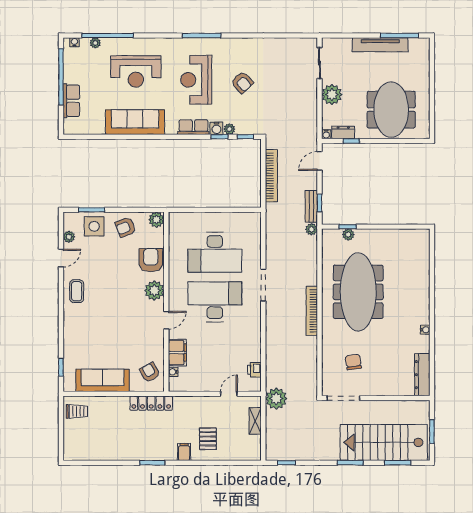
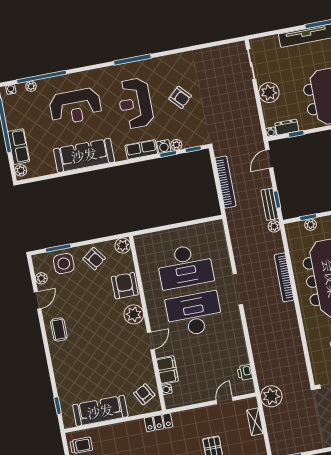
plant: (69, 125) -> (21, 170), added
armchair: (126, 227) -> (94, 259), turned -106
bookcase: (312, 311) -> (284, 277), moved
locker: (151, 403) -> (159, 422), width x0.66

